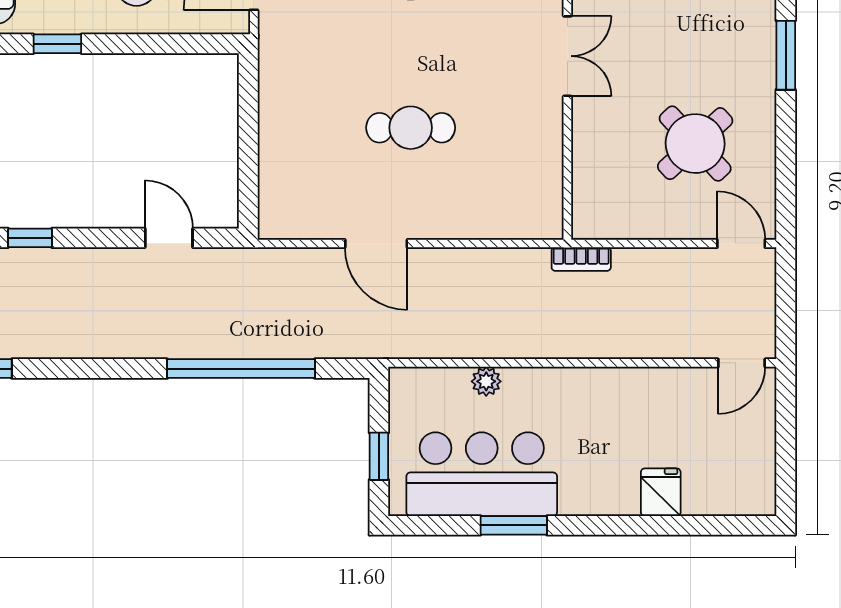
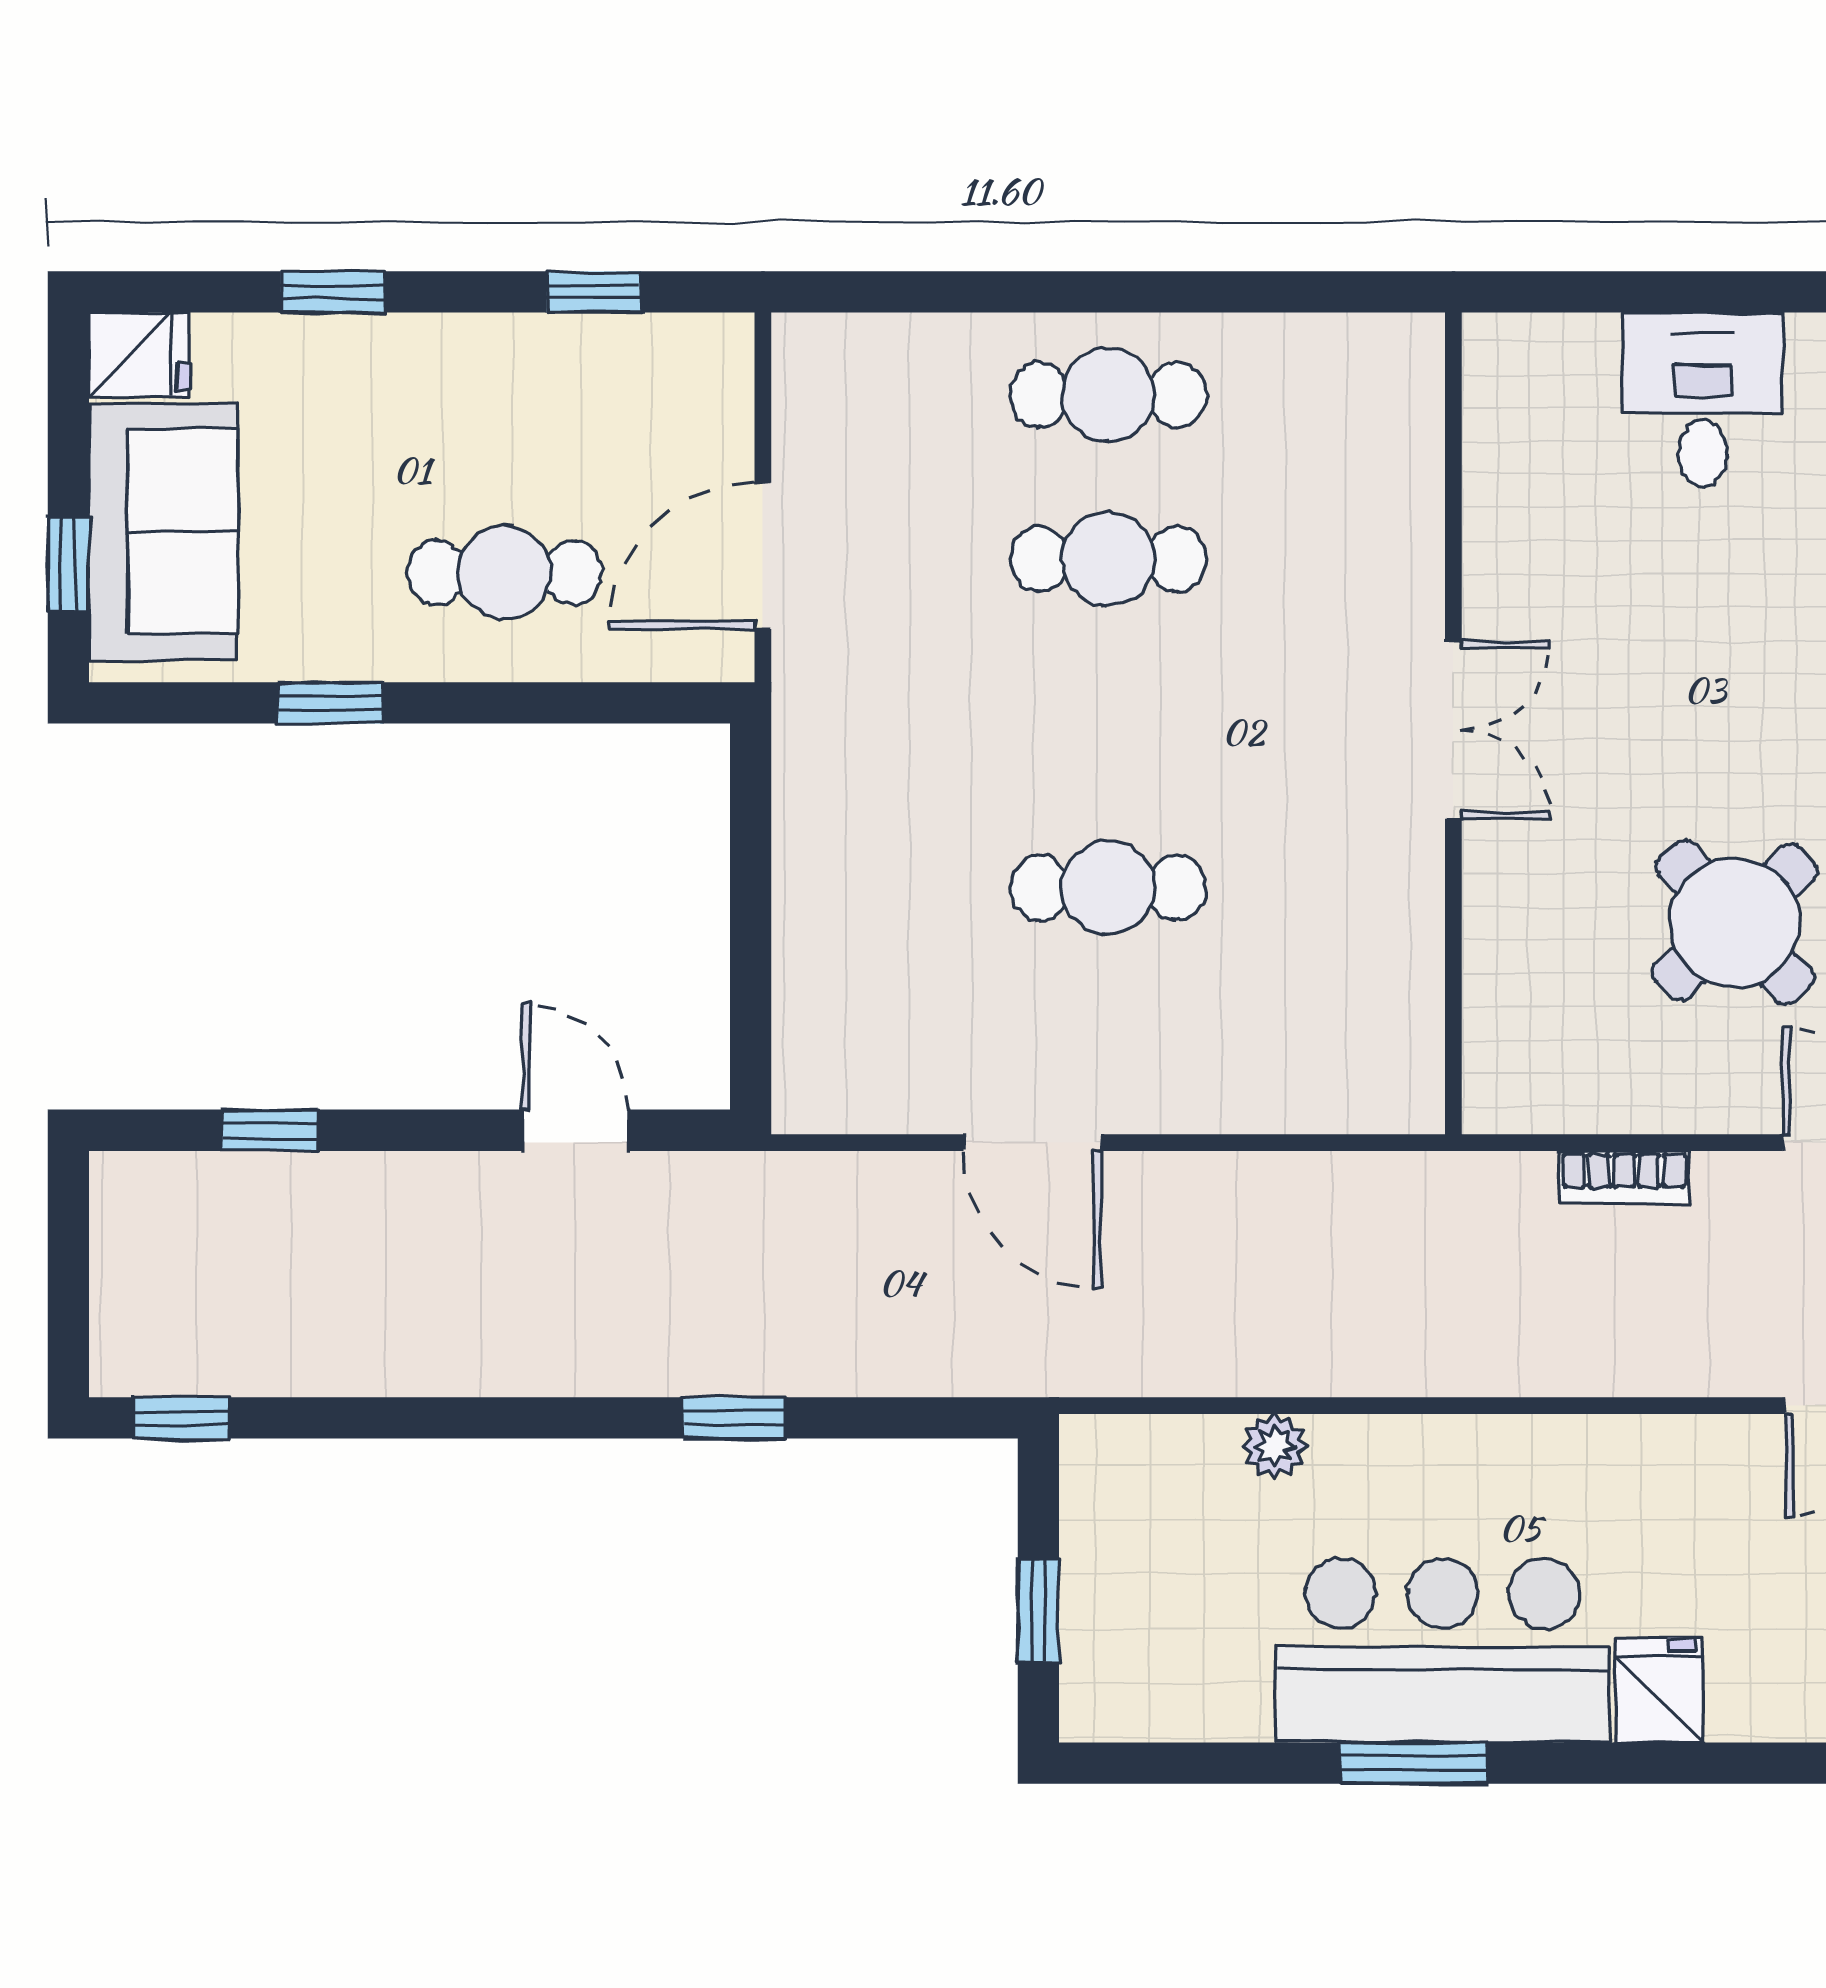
bookcase: (581, 259) -> (1624, 1177), moved
window: (241, 369) -> (735, 1418), width x0.32
bar counter: (482, 474) -> (1443, 1650), moved
window: (514, 525) -> (1414, 1763), moved

